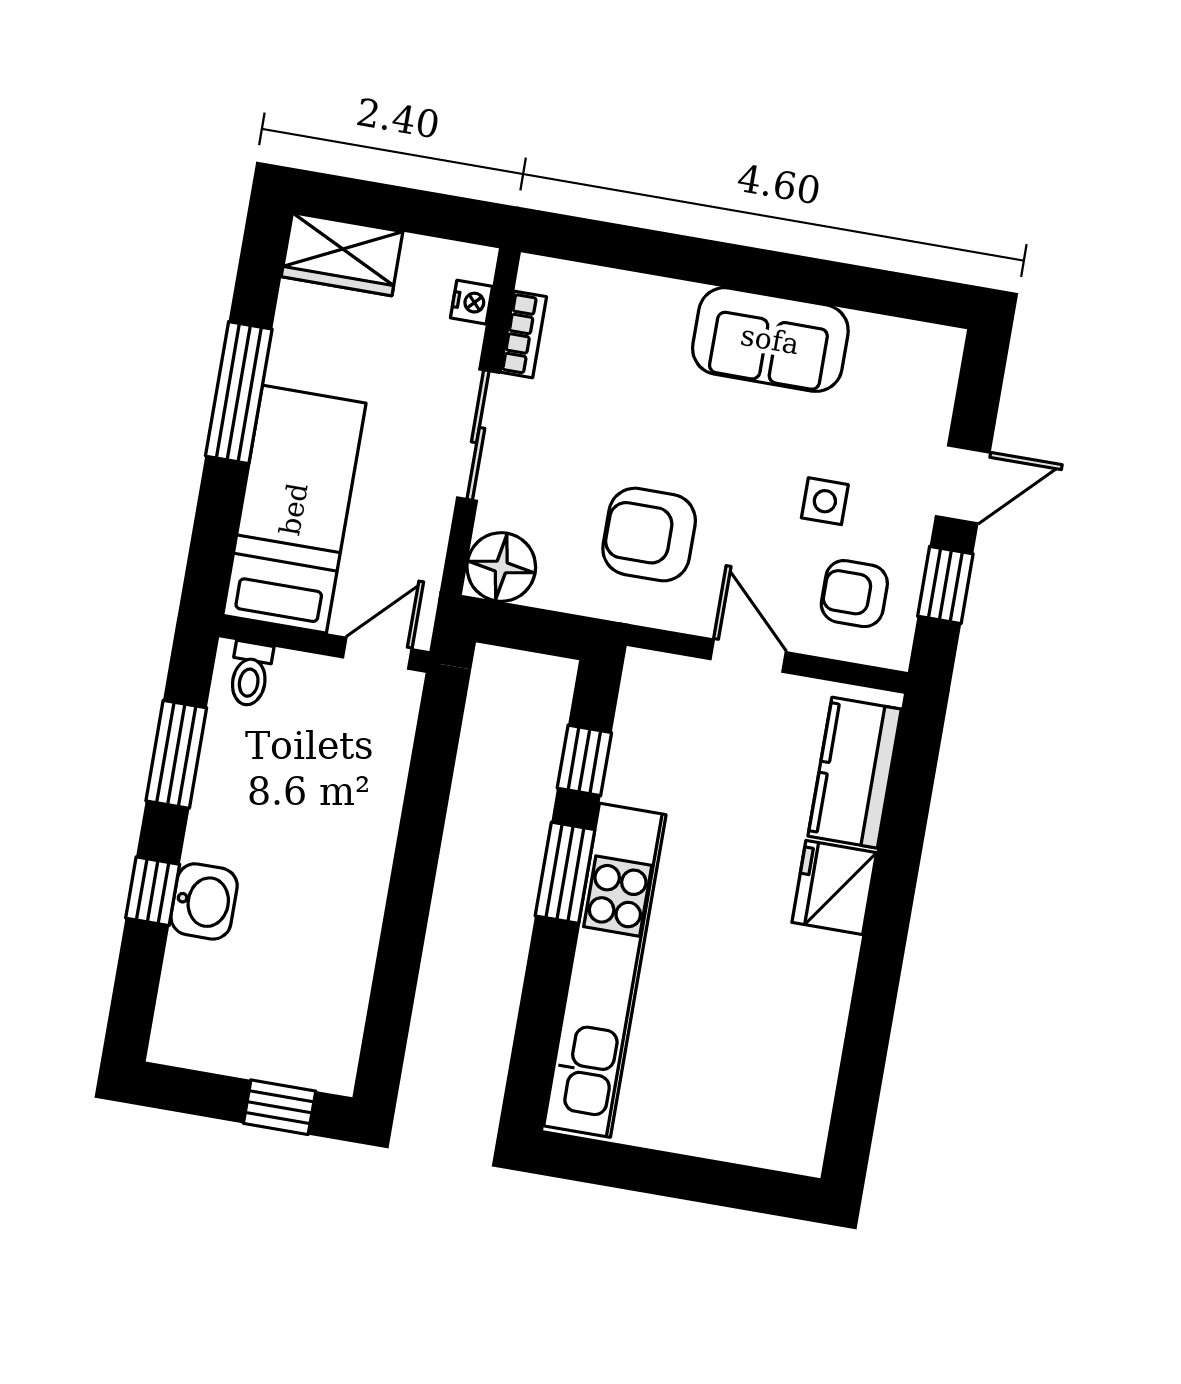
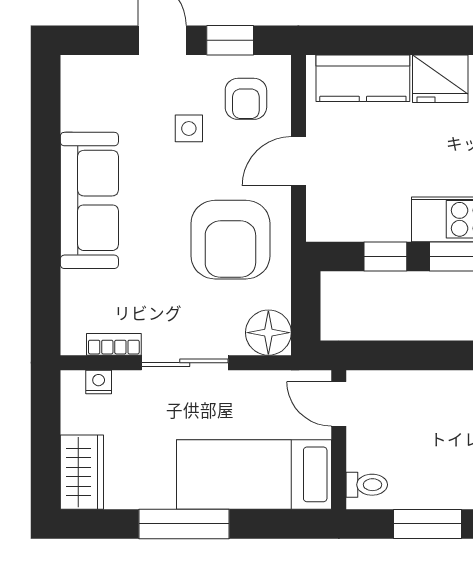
sofa: (770, 340) -> (89, 200), width x1.36
armchair: (649, 535) -> (230, 240), width x1.36, depth x1.36

